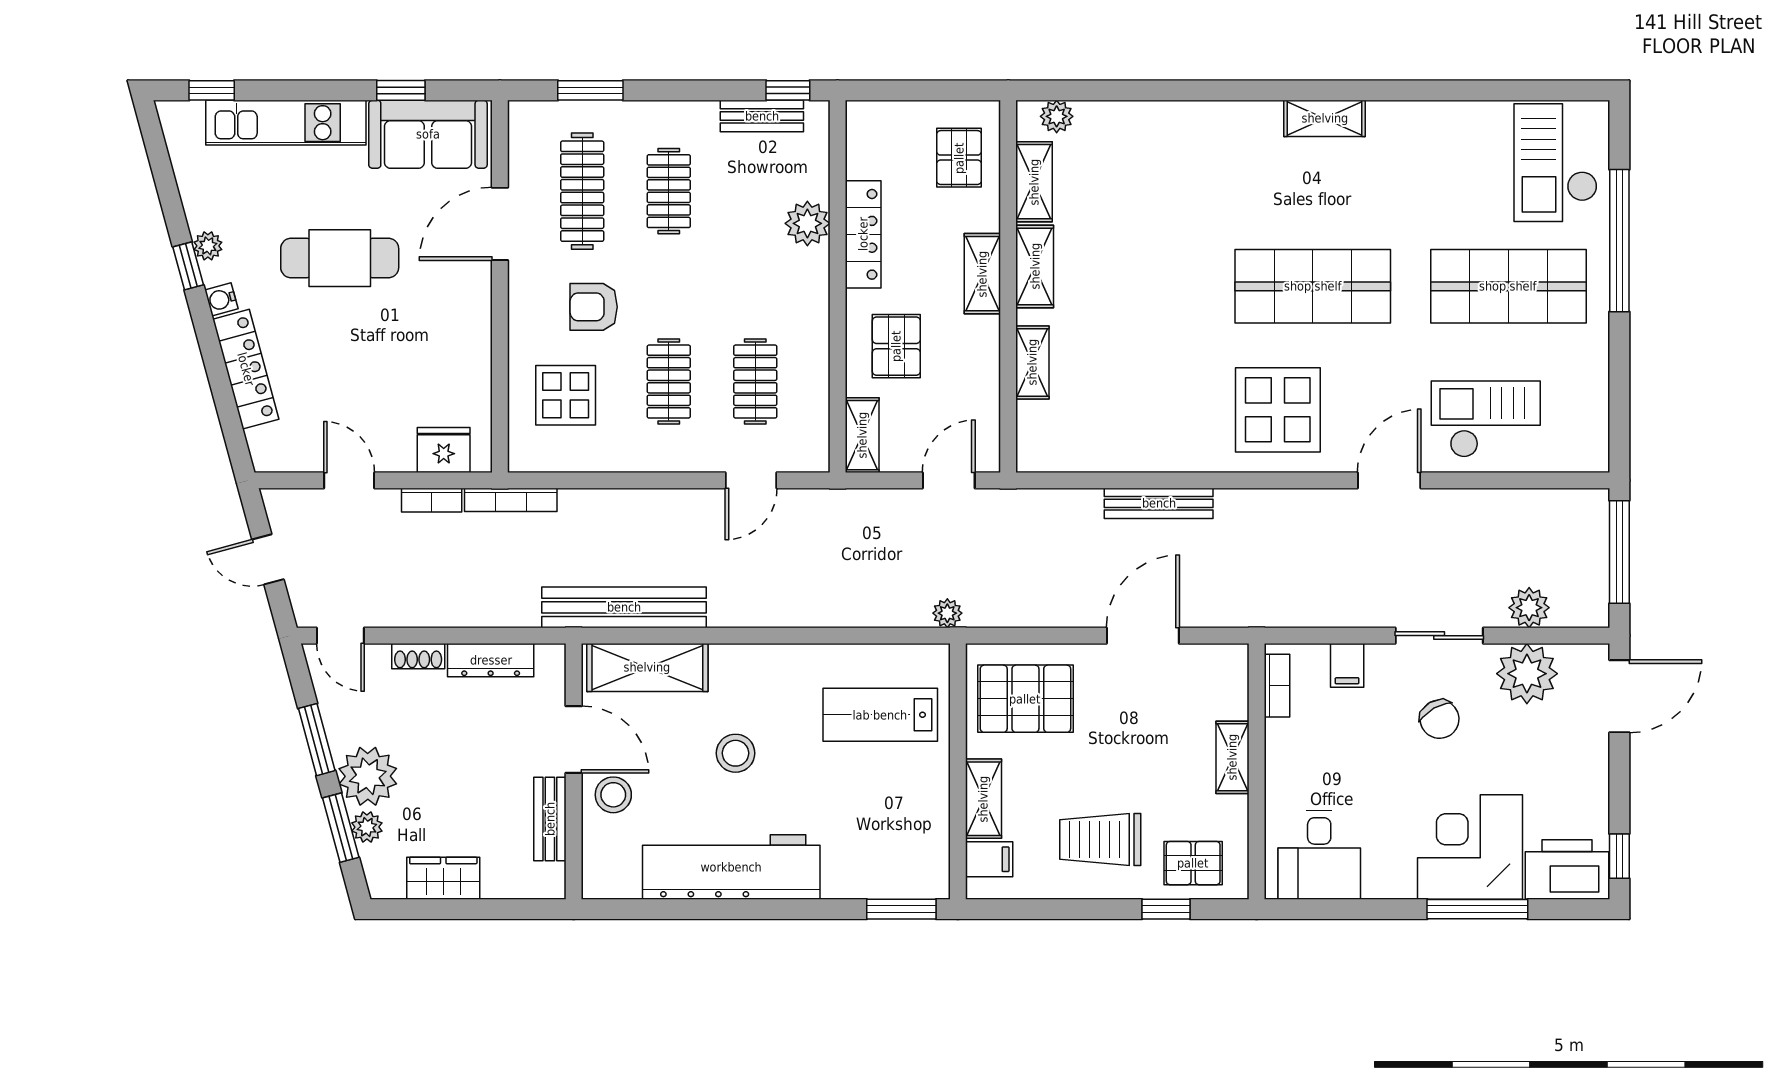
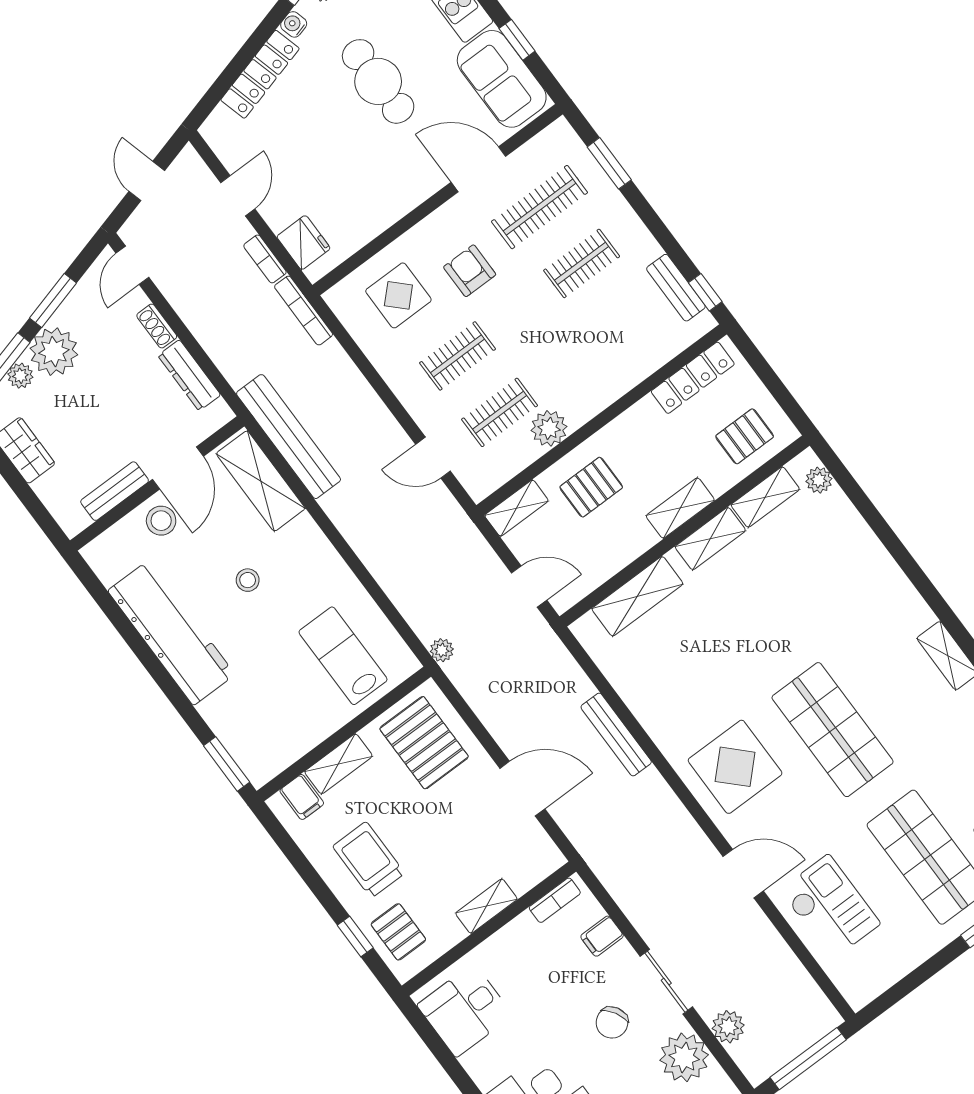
plant: (807, 223) -> (549, 428), moved
locker: (863, 234) -> (693, 378), moved
shelving: (1032, 362) -> (637, 596), width x1.50, depth x1.33
stool: (736, 753) -> (248, 580), width x0.73, depth x0.73

